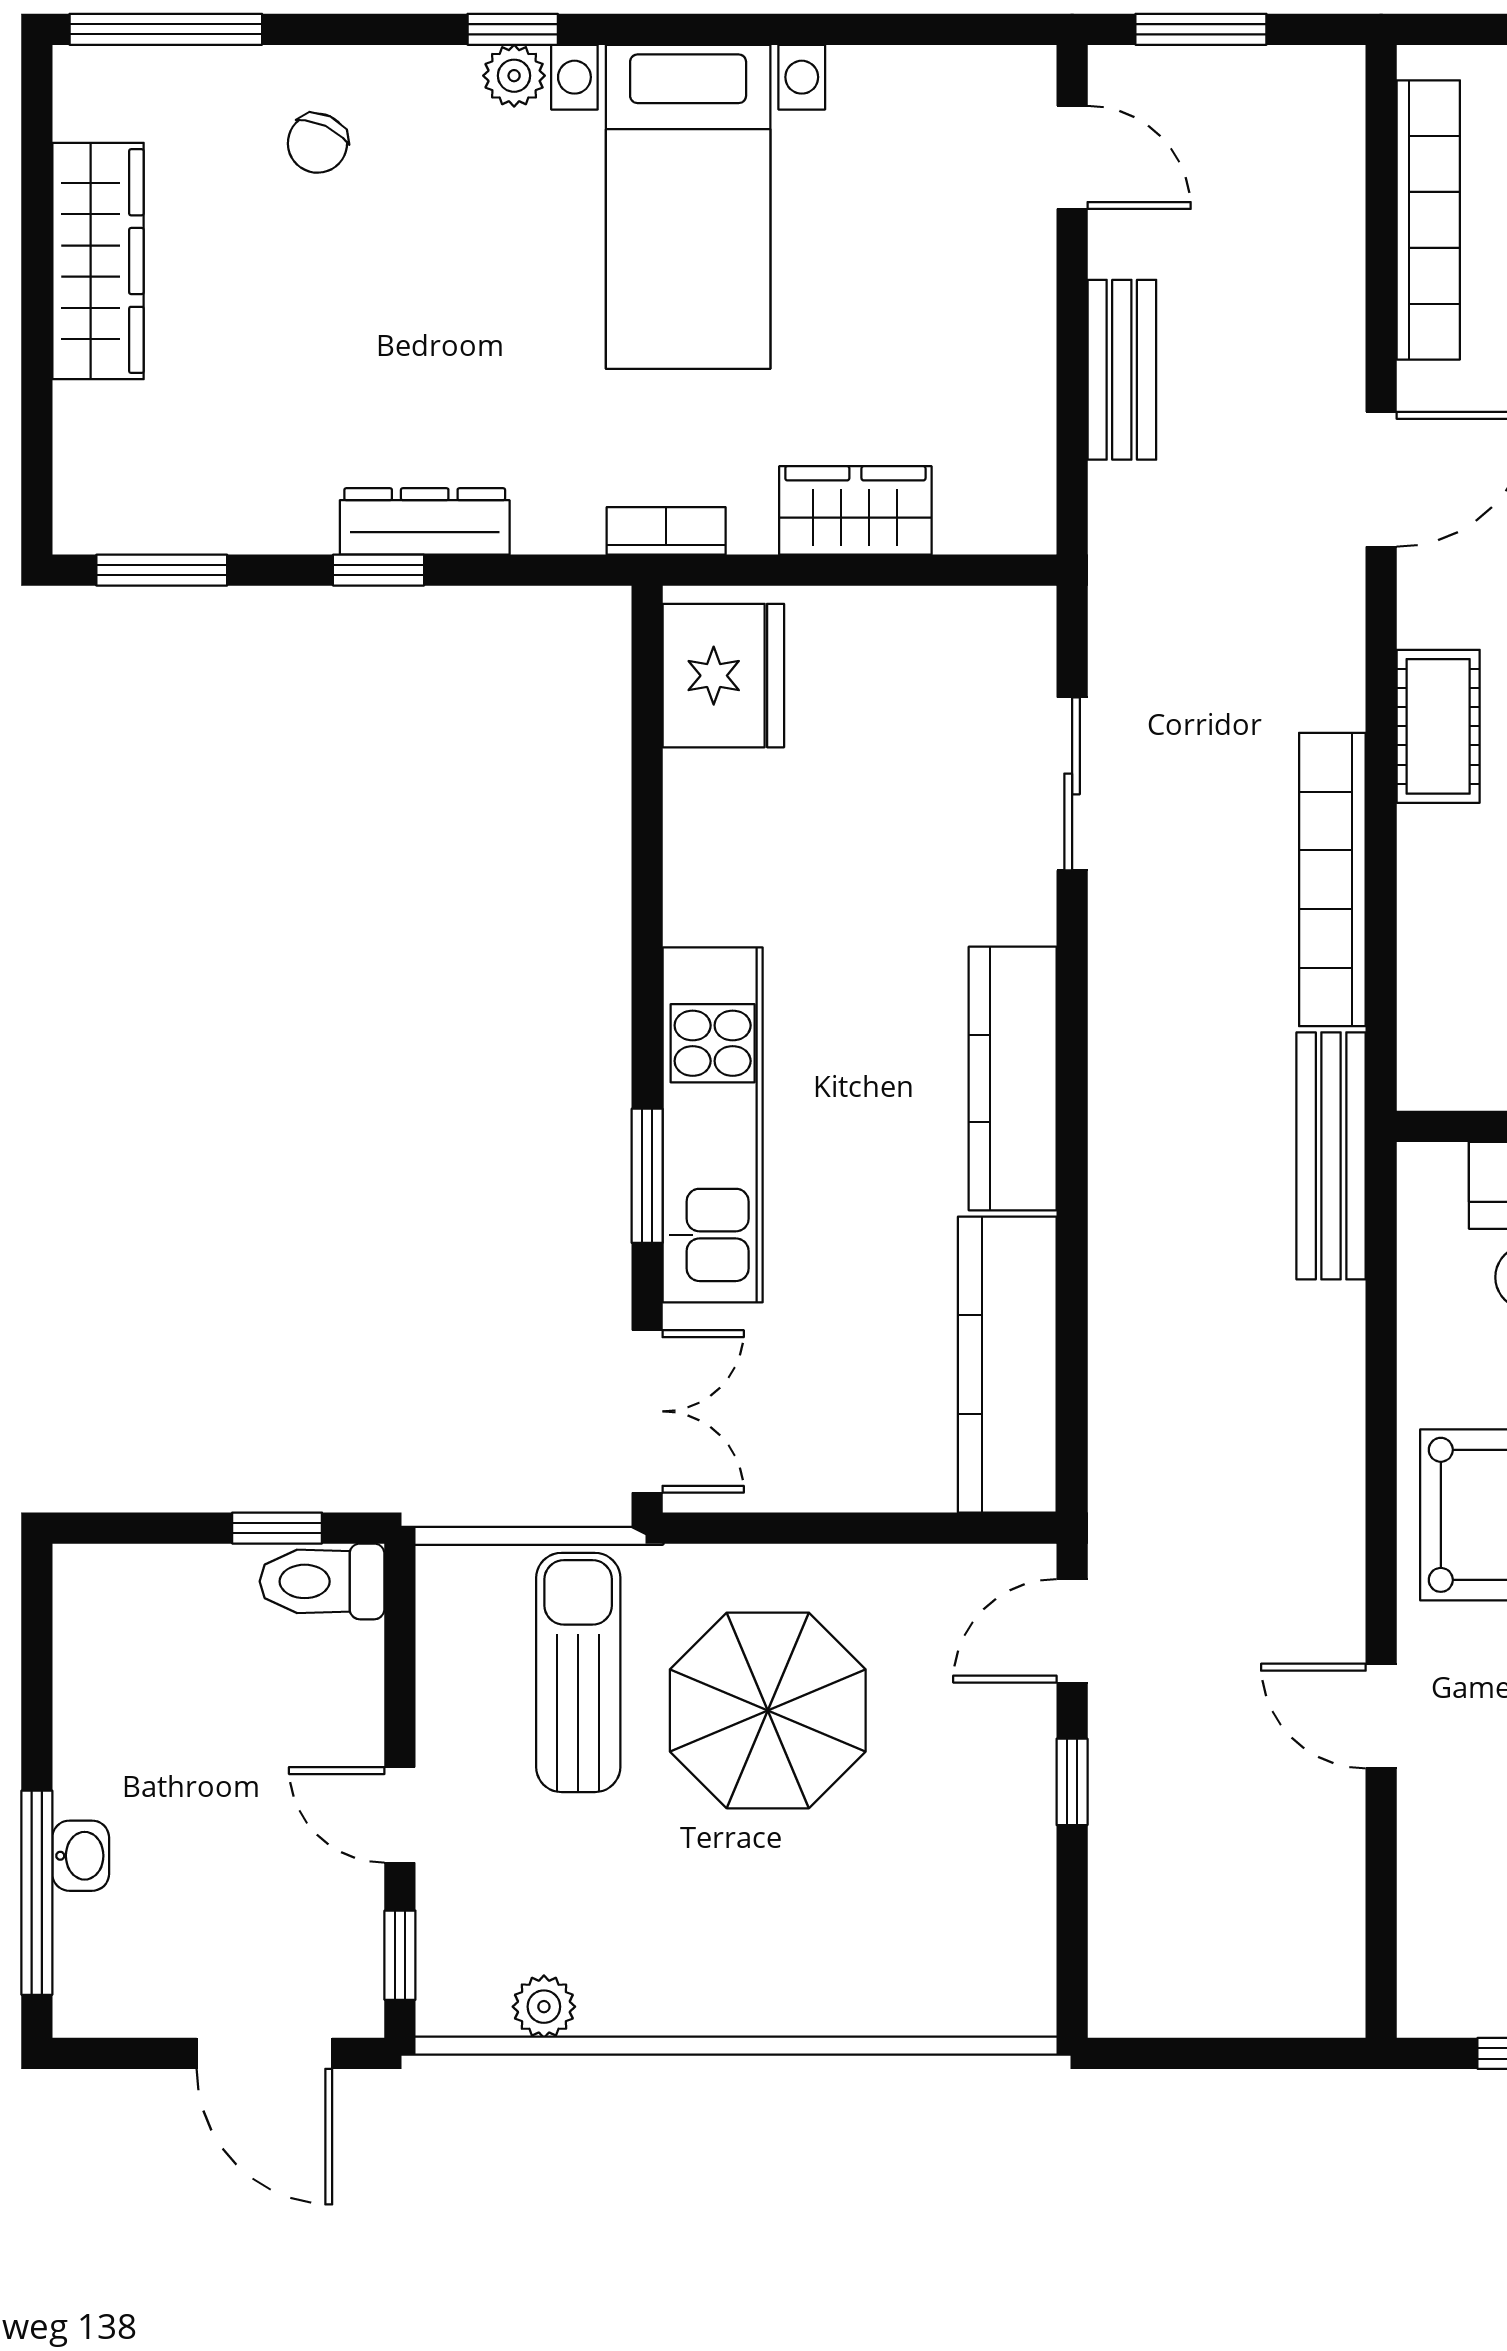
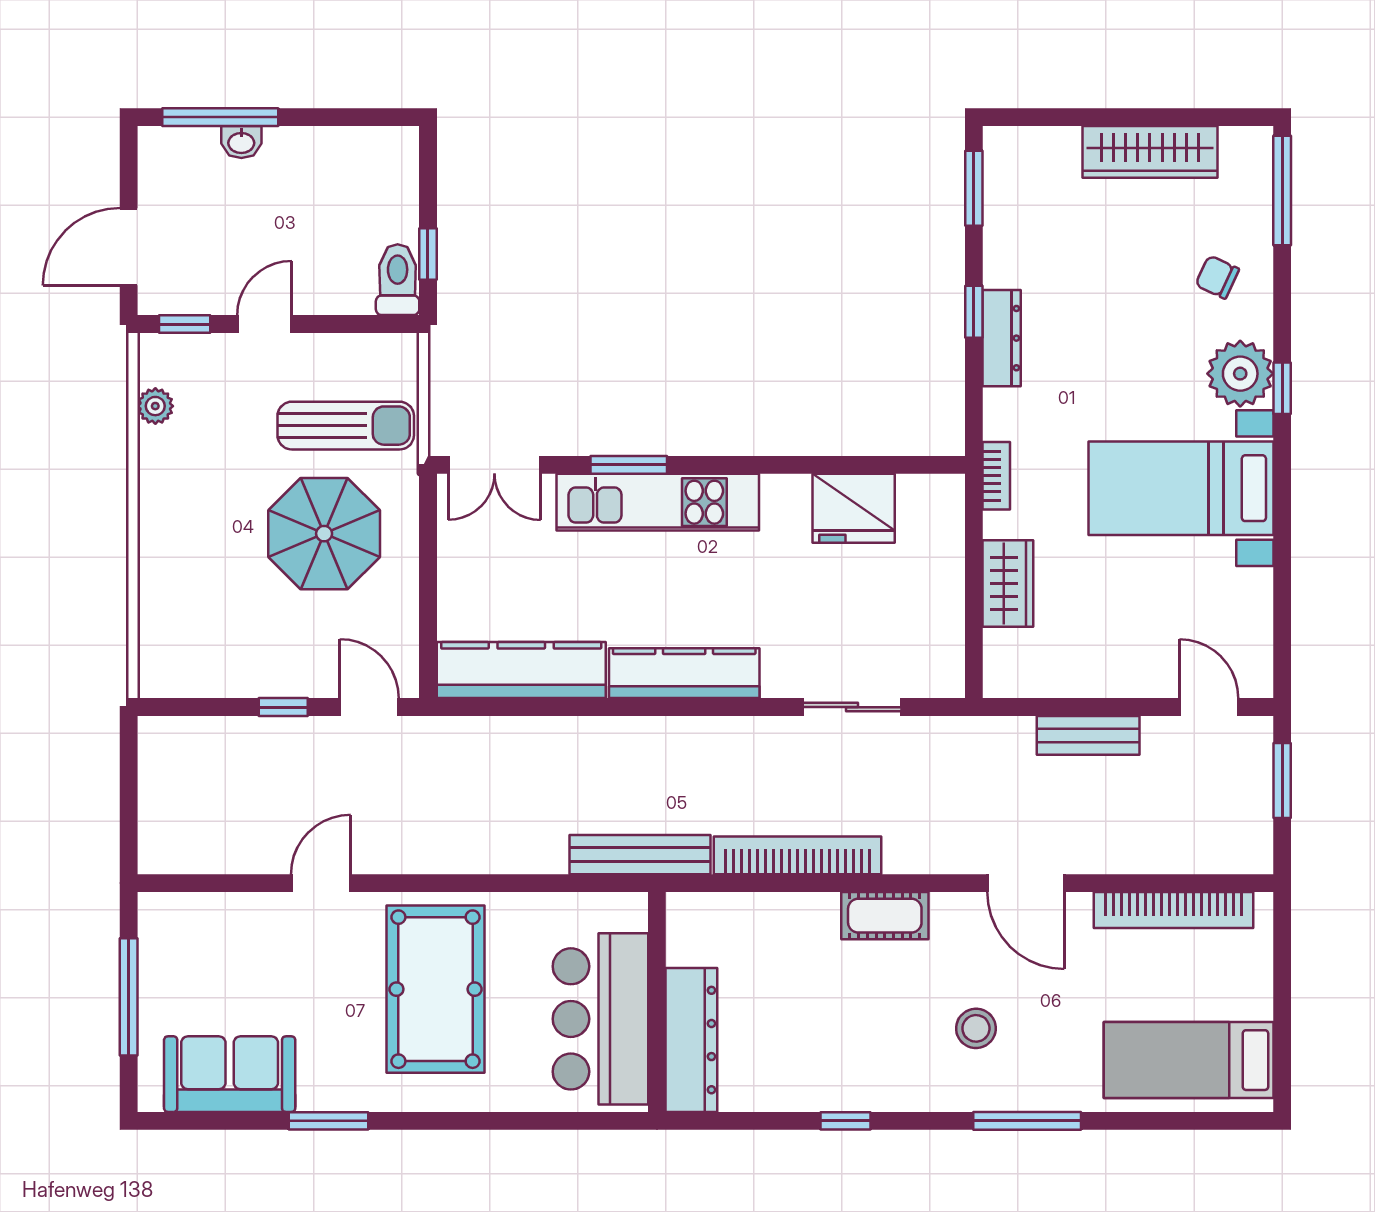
plant: (514, 76) -> (1240, 374), width x1.88, depth x1.88
door: (1072, 157) -> (1209, 707), swing flipped
fridge: (723, 676) -> (854, 508), moved

